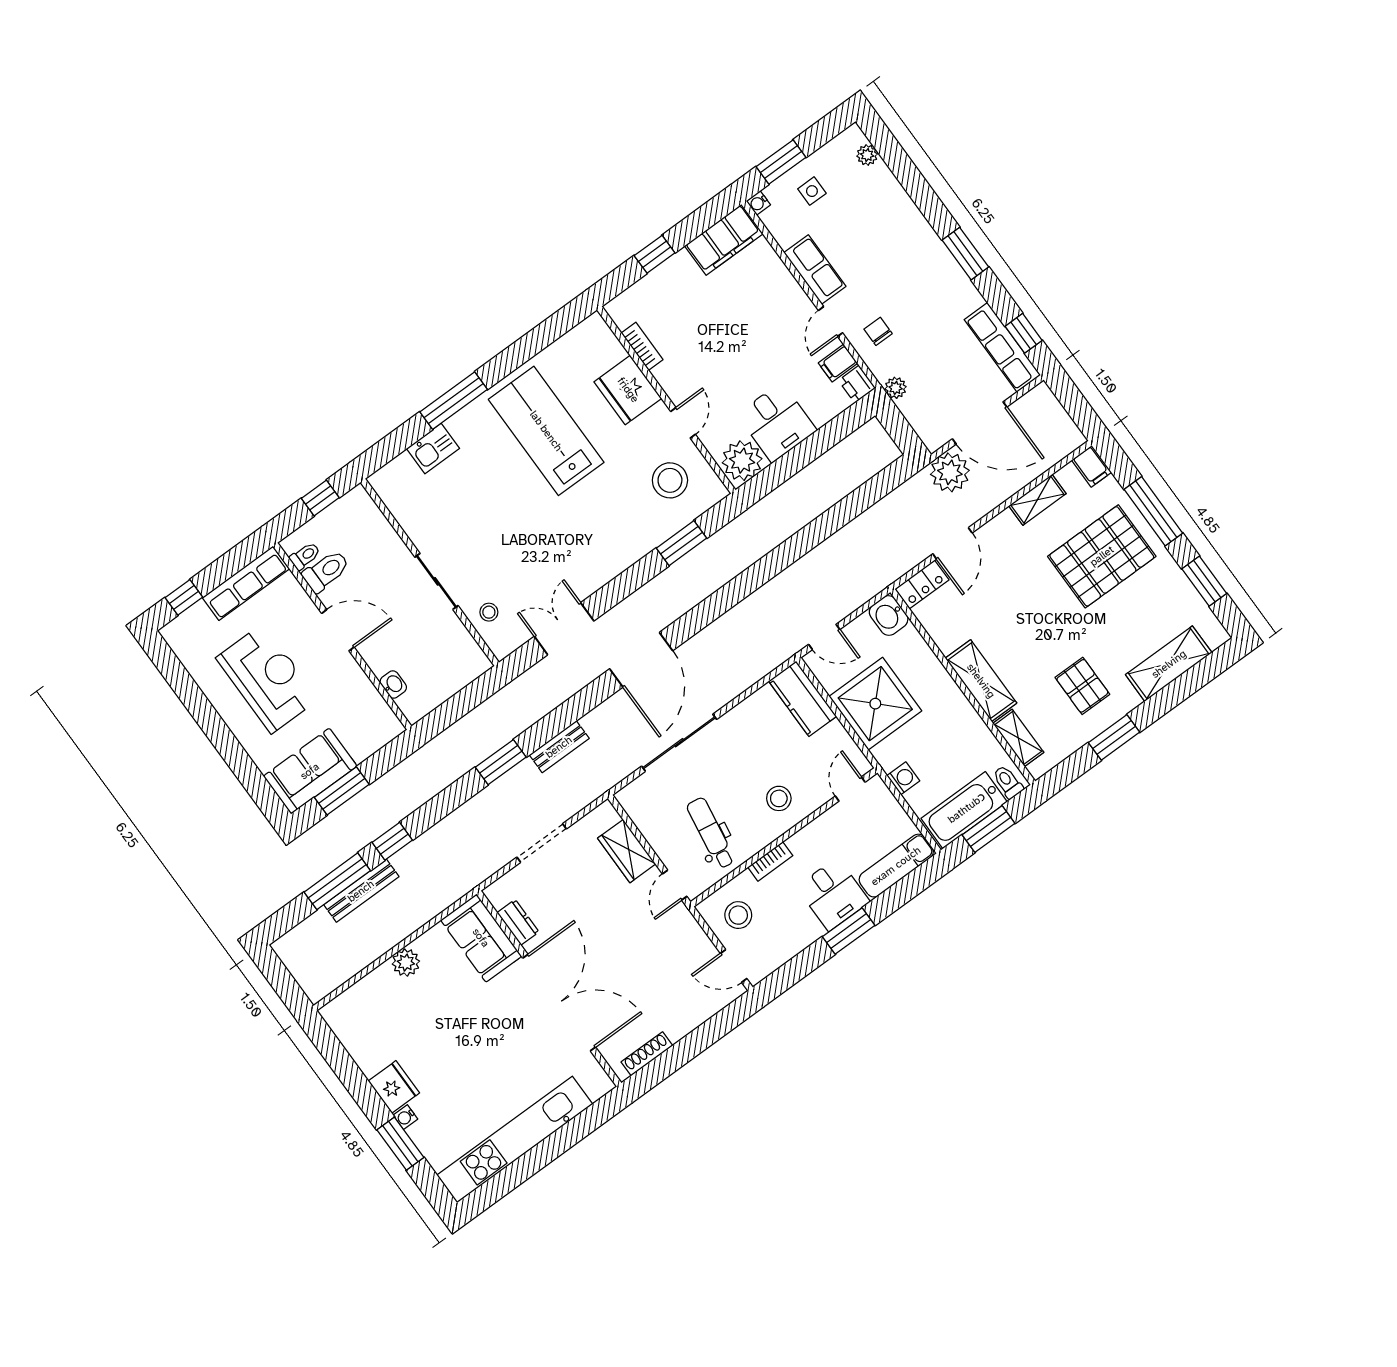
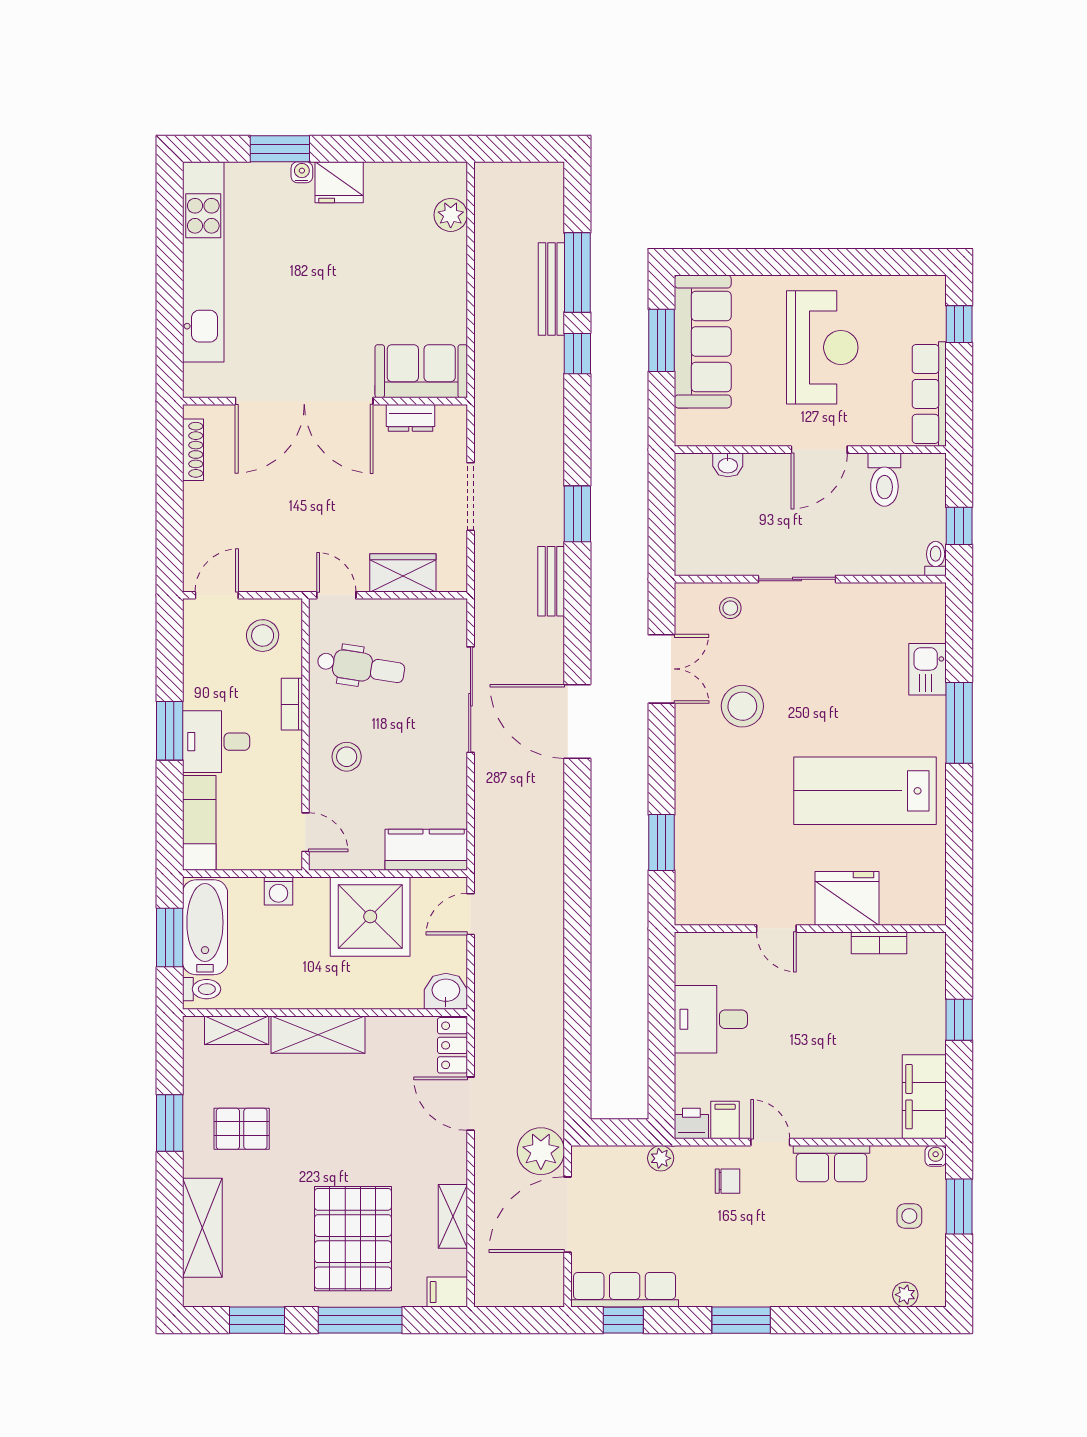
lab bench: (546, 431) -> (865, 791), turned 180
plant: (742, 461) -> (698, 959), removed
stool: (670, 480) -> (742, 706), moved
toilet: (305, 556) -> (936, 559), moved, turned 180
reception desk: (267, 679) -> (822, 347), turned -90
sofa: (310, 771) -> (703, 341), width x1.36
plant: (406, 963) -> (451, 215), moved

